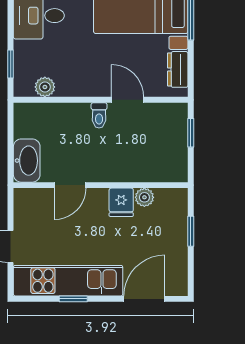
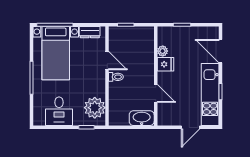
plant: (45, 87) -> (95, 108), width x1.88, depth x1.88
door: (128, 100) -> (107, 61), swing flipped

